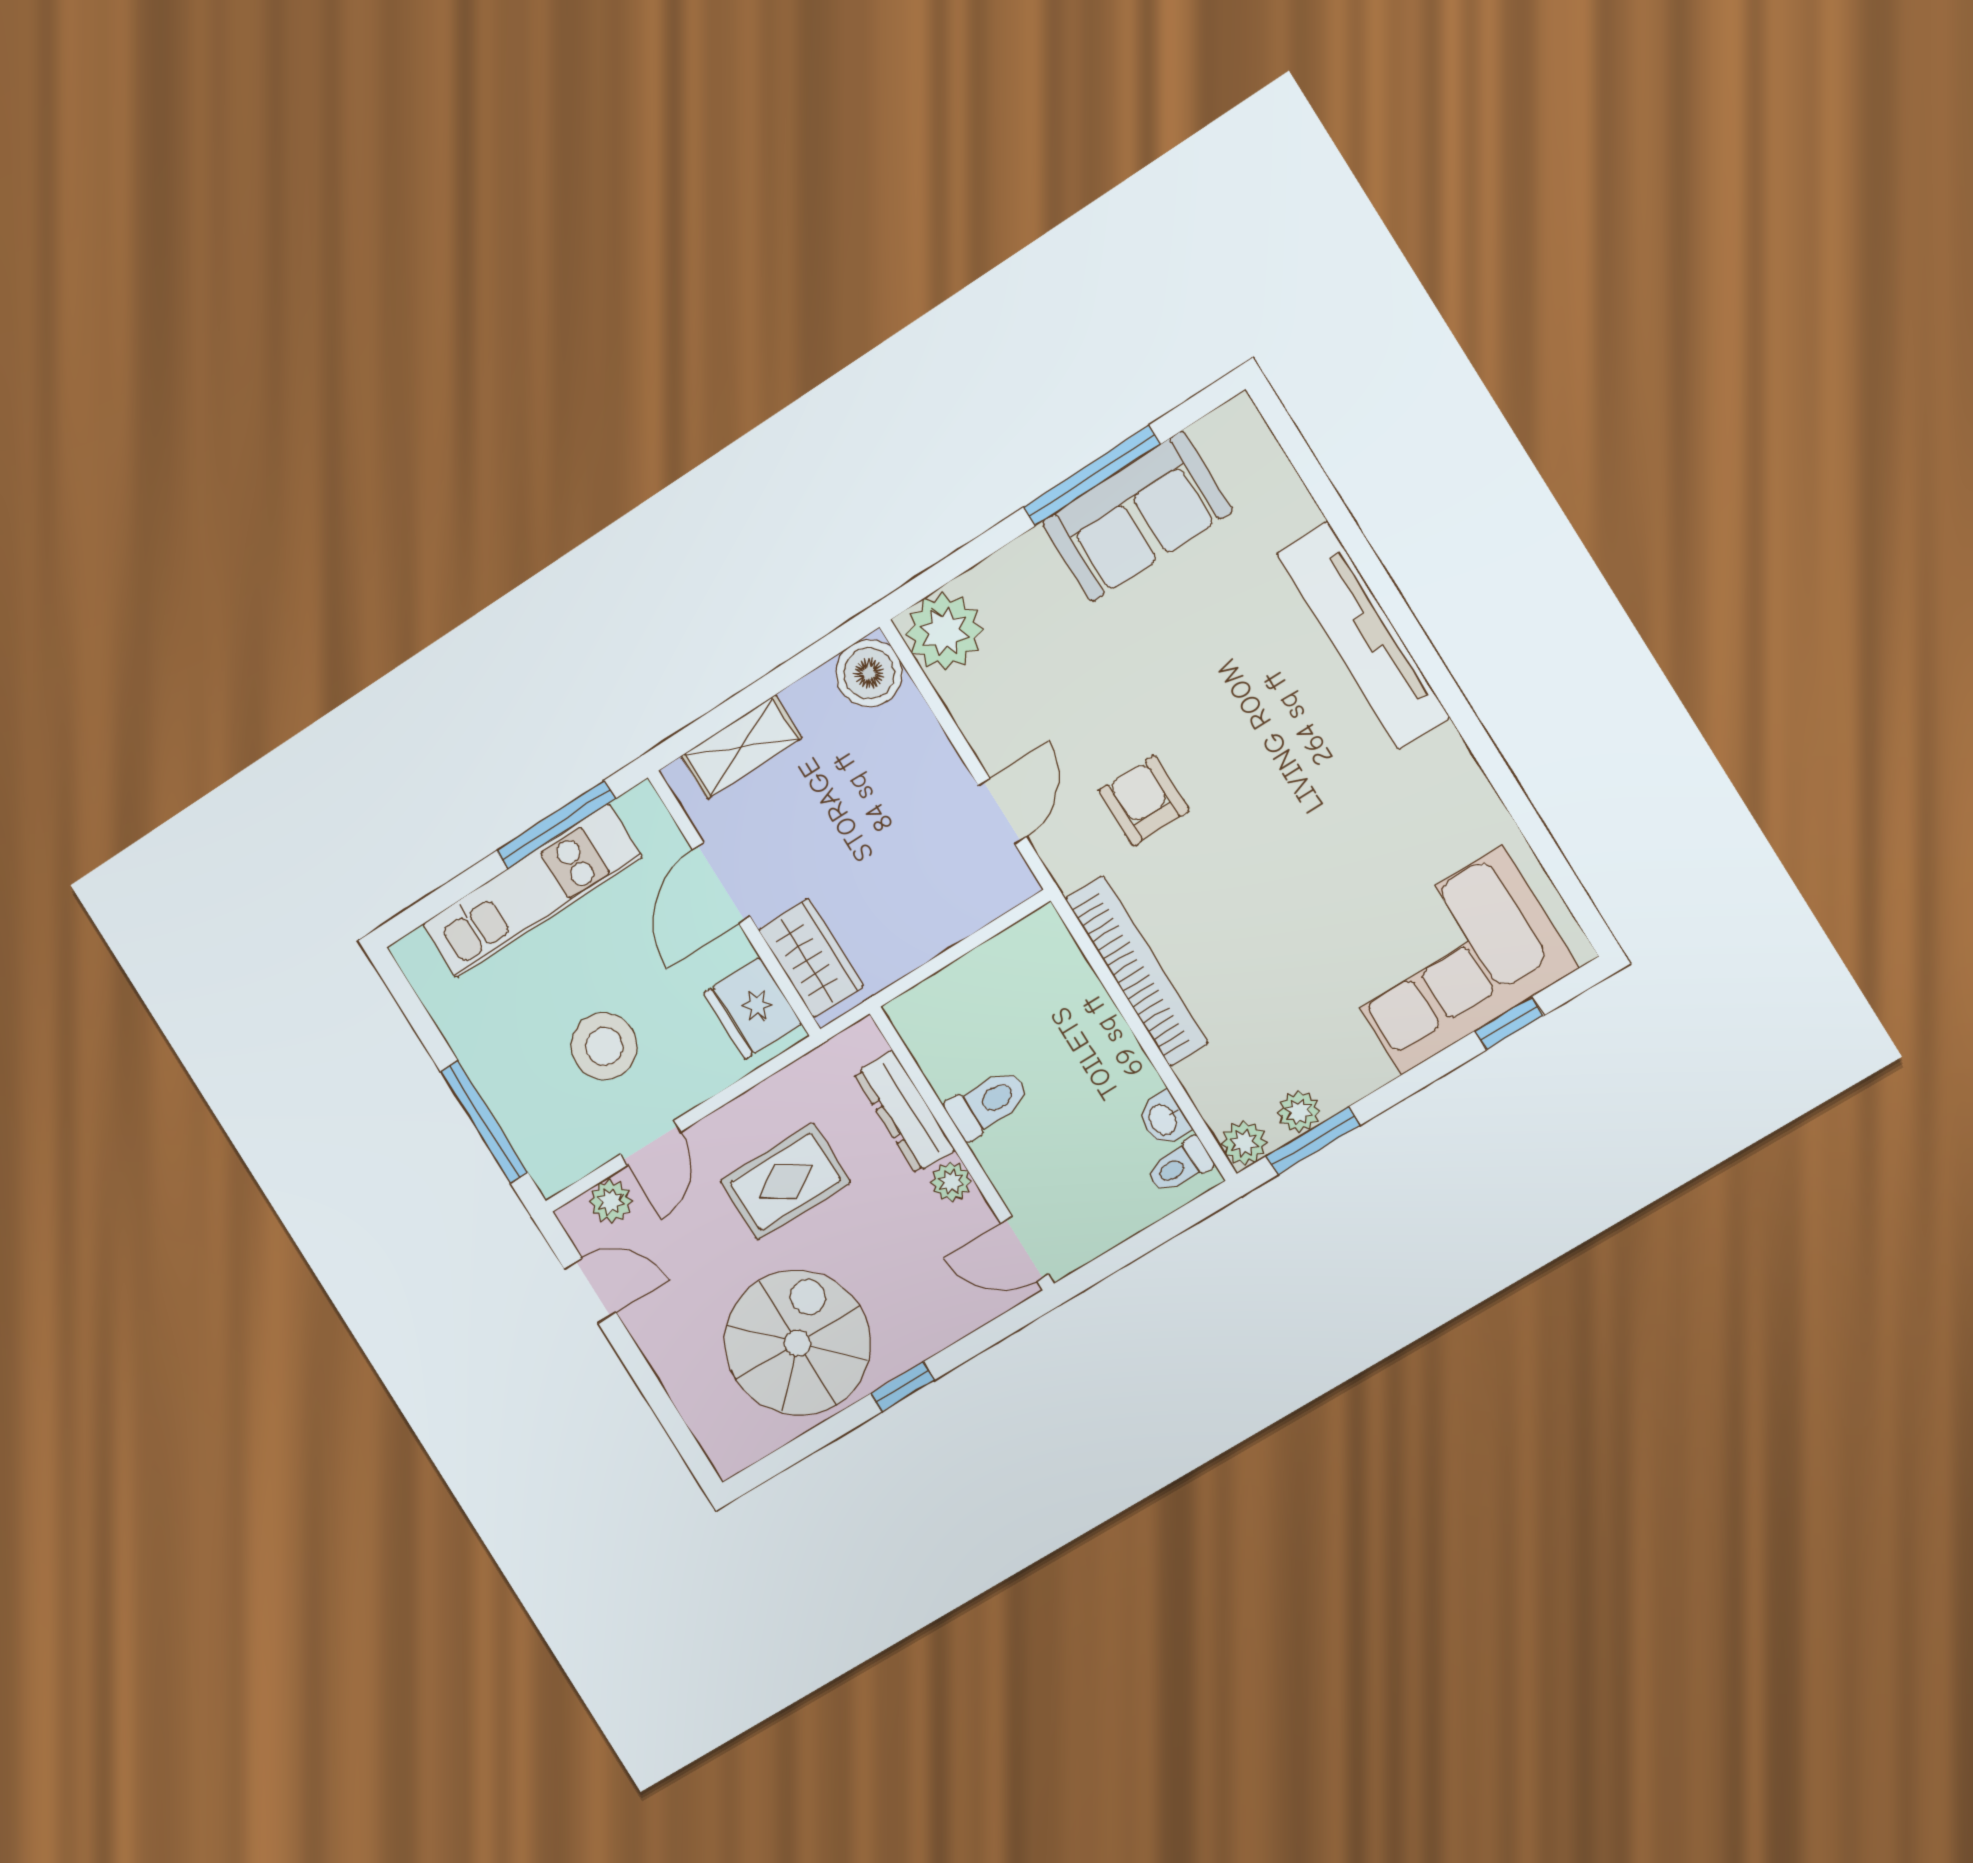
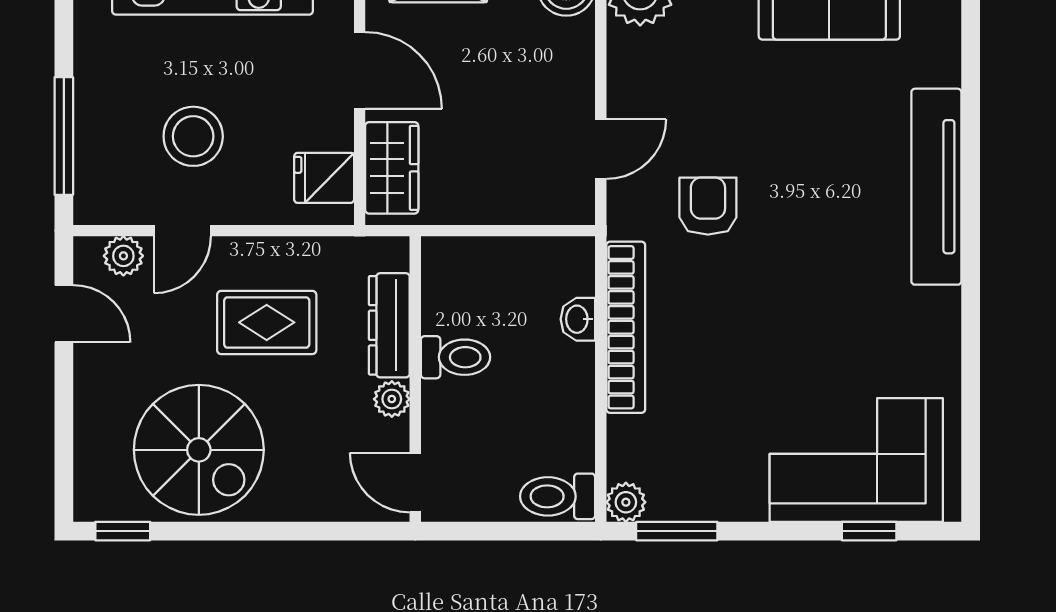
door: (721, 883) -> (360, 70), swing flipped
fridge: (753, 1008) -> (324, 178), width x0.72
plant: (1299, 1112) -> (680, 503), removed
washbasin: (1164, 1119) -> (578, 319), moved
toilet: (1179, 1166) -> (558, 496), width x1.37, depth x1.39
spiral stairs: (797, 1343) -> (199, 450), turned 90
window: (903, 1387) -> (123, 531), moved

